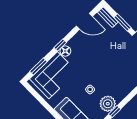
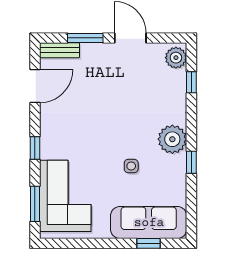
floor lamp: (65, 51) -> (49, 149), removed
plant: (108, 104) -> (172, 139), moved

